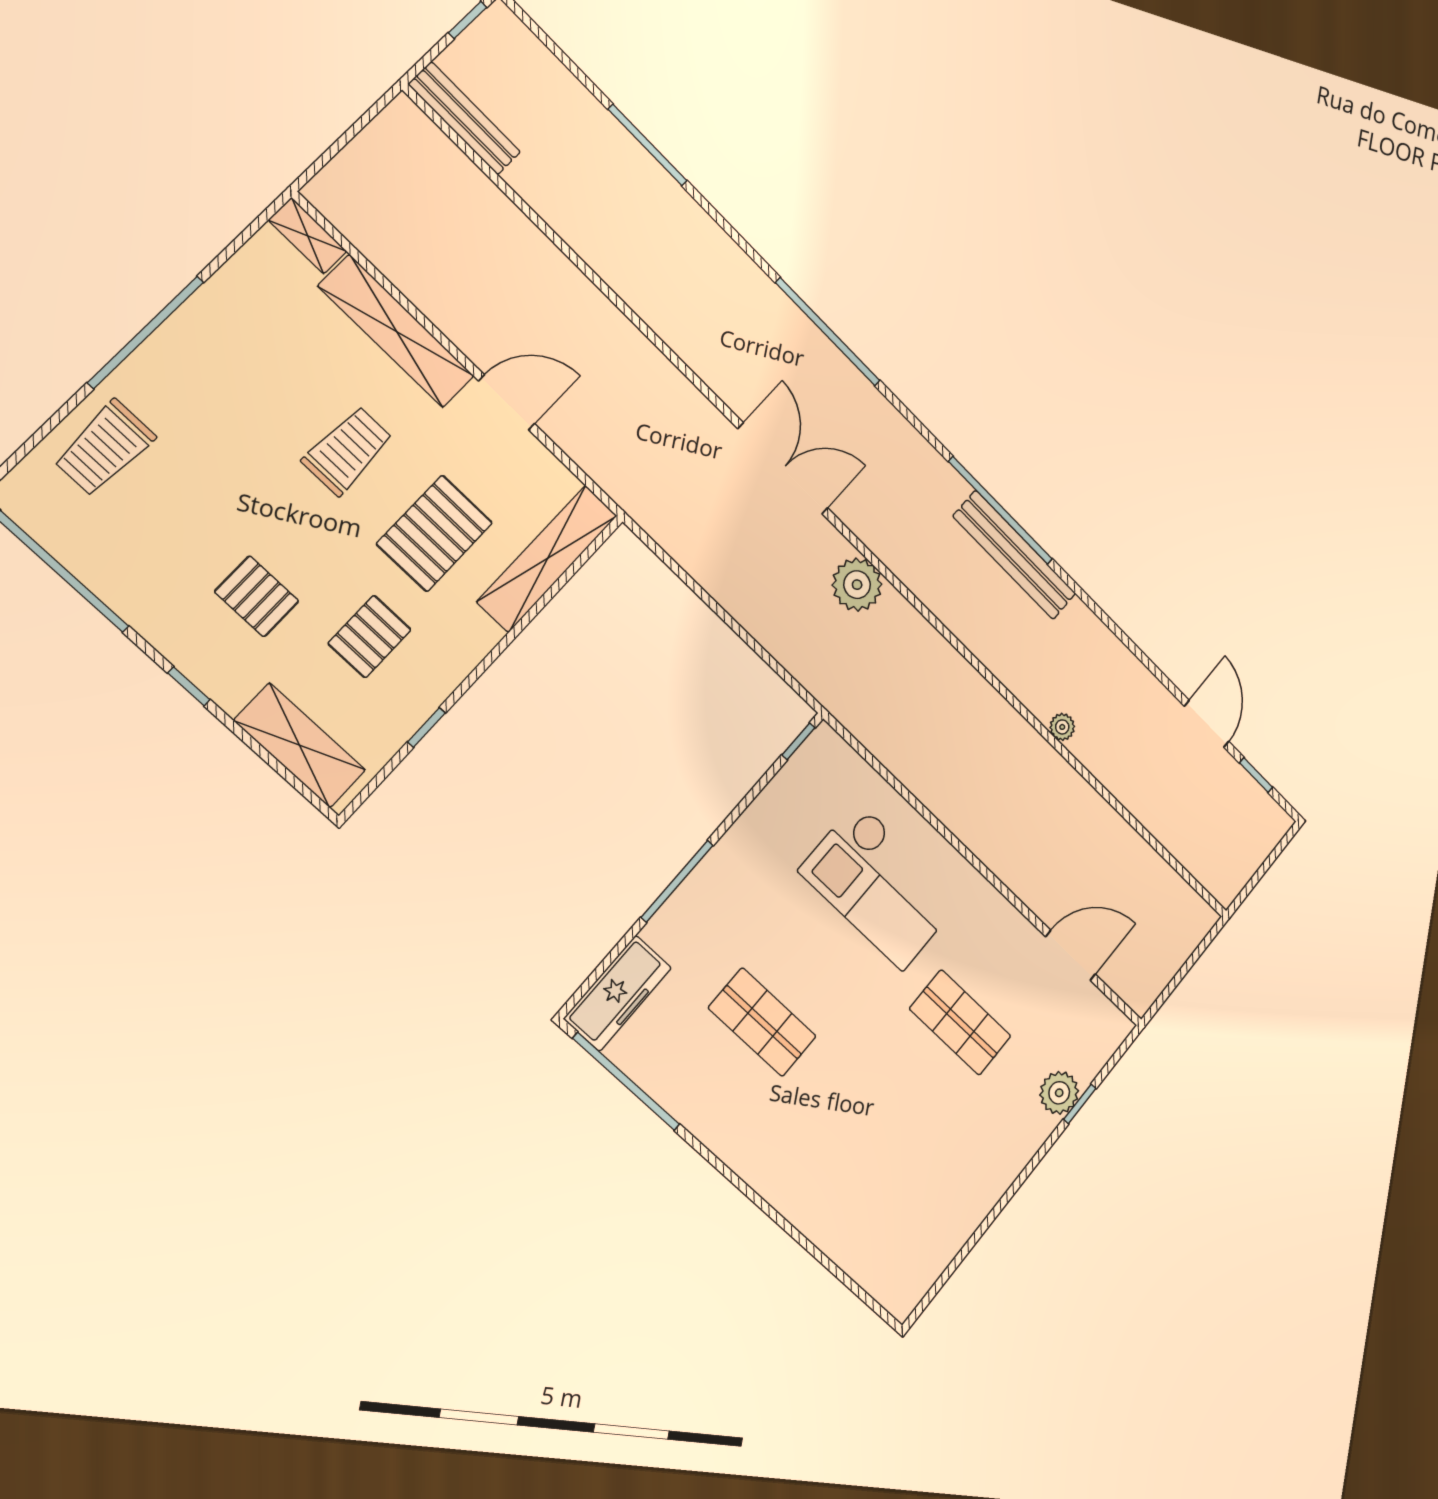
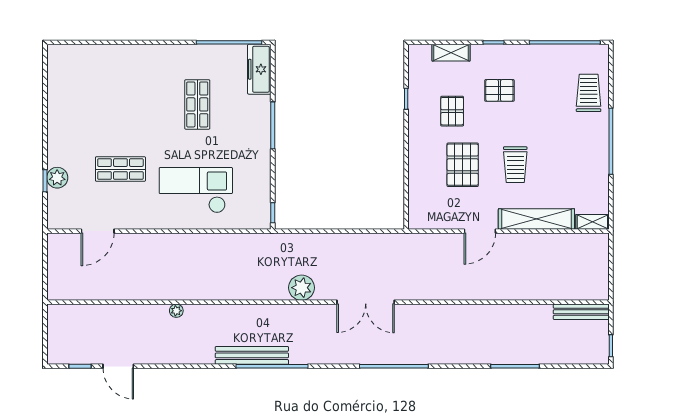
shelving: (547, 559) -> (418, 192), removed
shelving: (300, 745) -> (451, 53), width x0.67, depth x0.75
shop shelf: (762, 1022) -> (197, 104), turned 90

